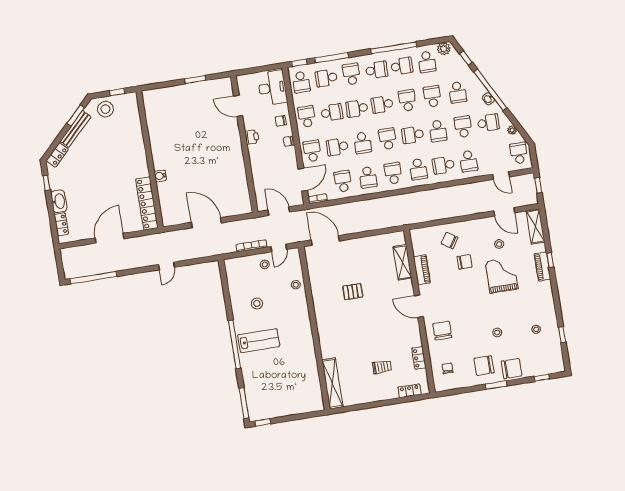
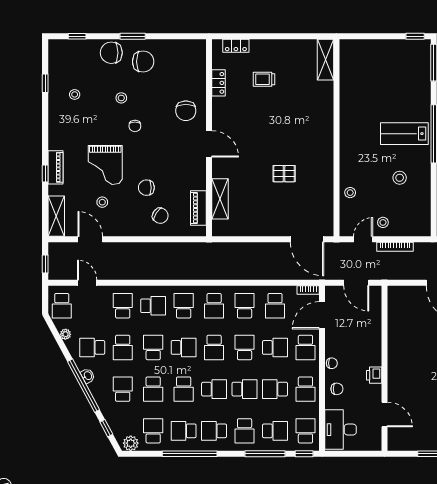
piano: (422, 270) -> (198, 208), moved
chair: (448, 368) -> (135, 126), moved
shelving: (332, 383) -> (326, 60), width x0.68

